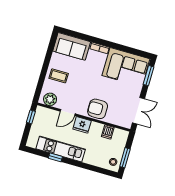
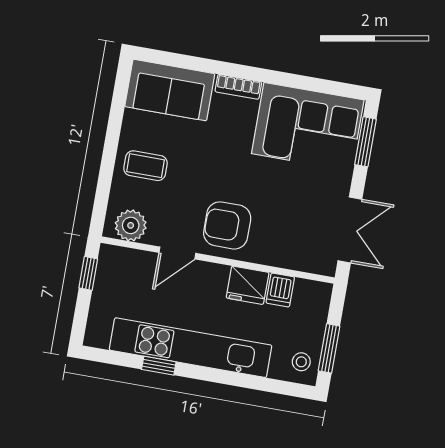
armchair: (98, 109) -> (227, 225), moved
fridge: (82, 125) -> (248, 285), moved
kitchen unit: (61, 149) -> (191, 348), width x1.36

